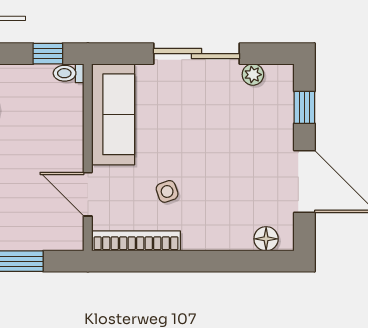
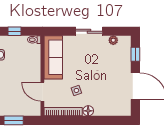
window: (48, 54) -> (14, 31), moved
sliding door: (197, 54) -> (89, 31), width x0.73
floor lamp: (266, 239) -> (88, 111), moved

